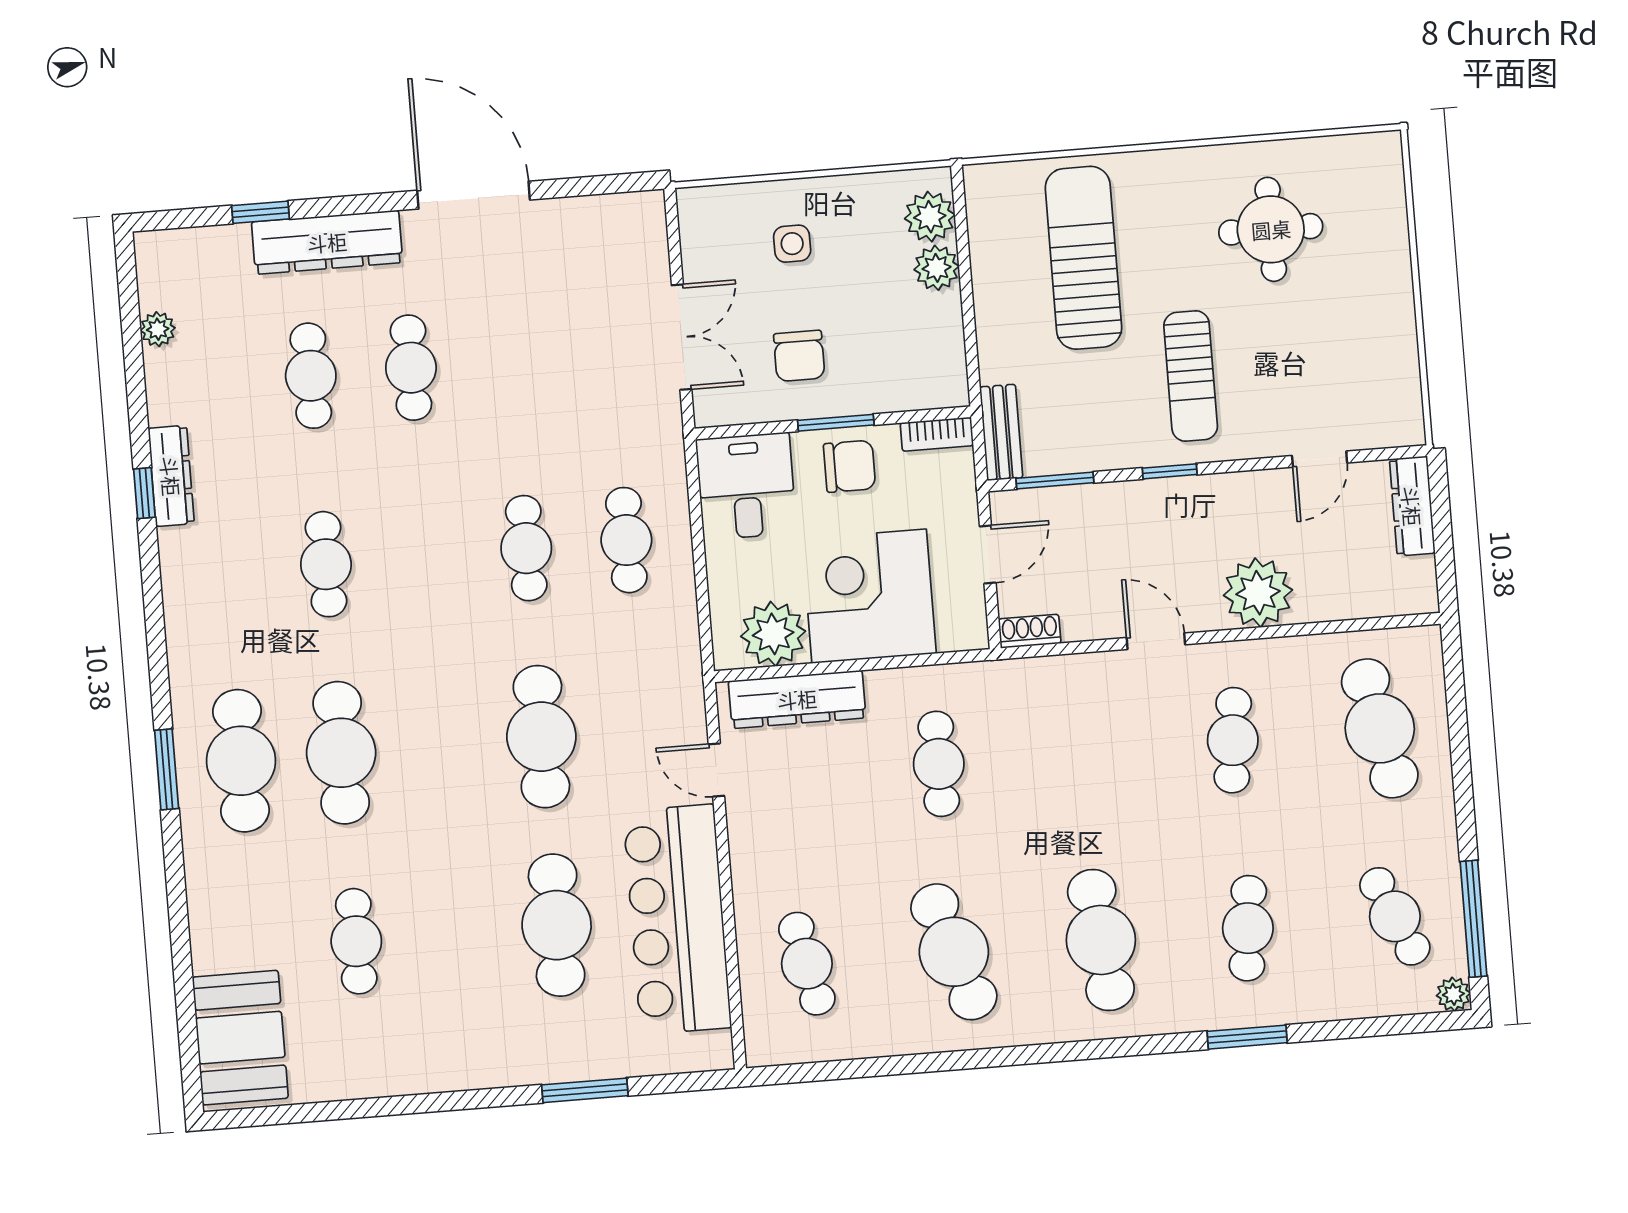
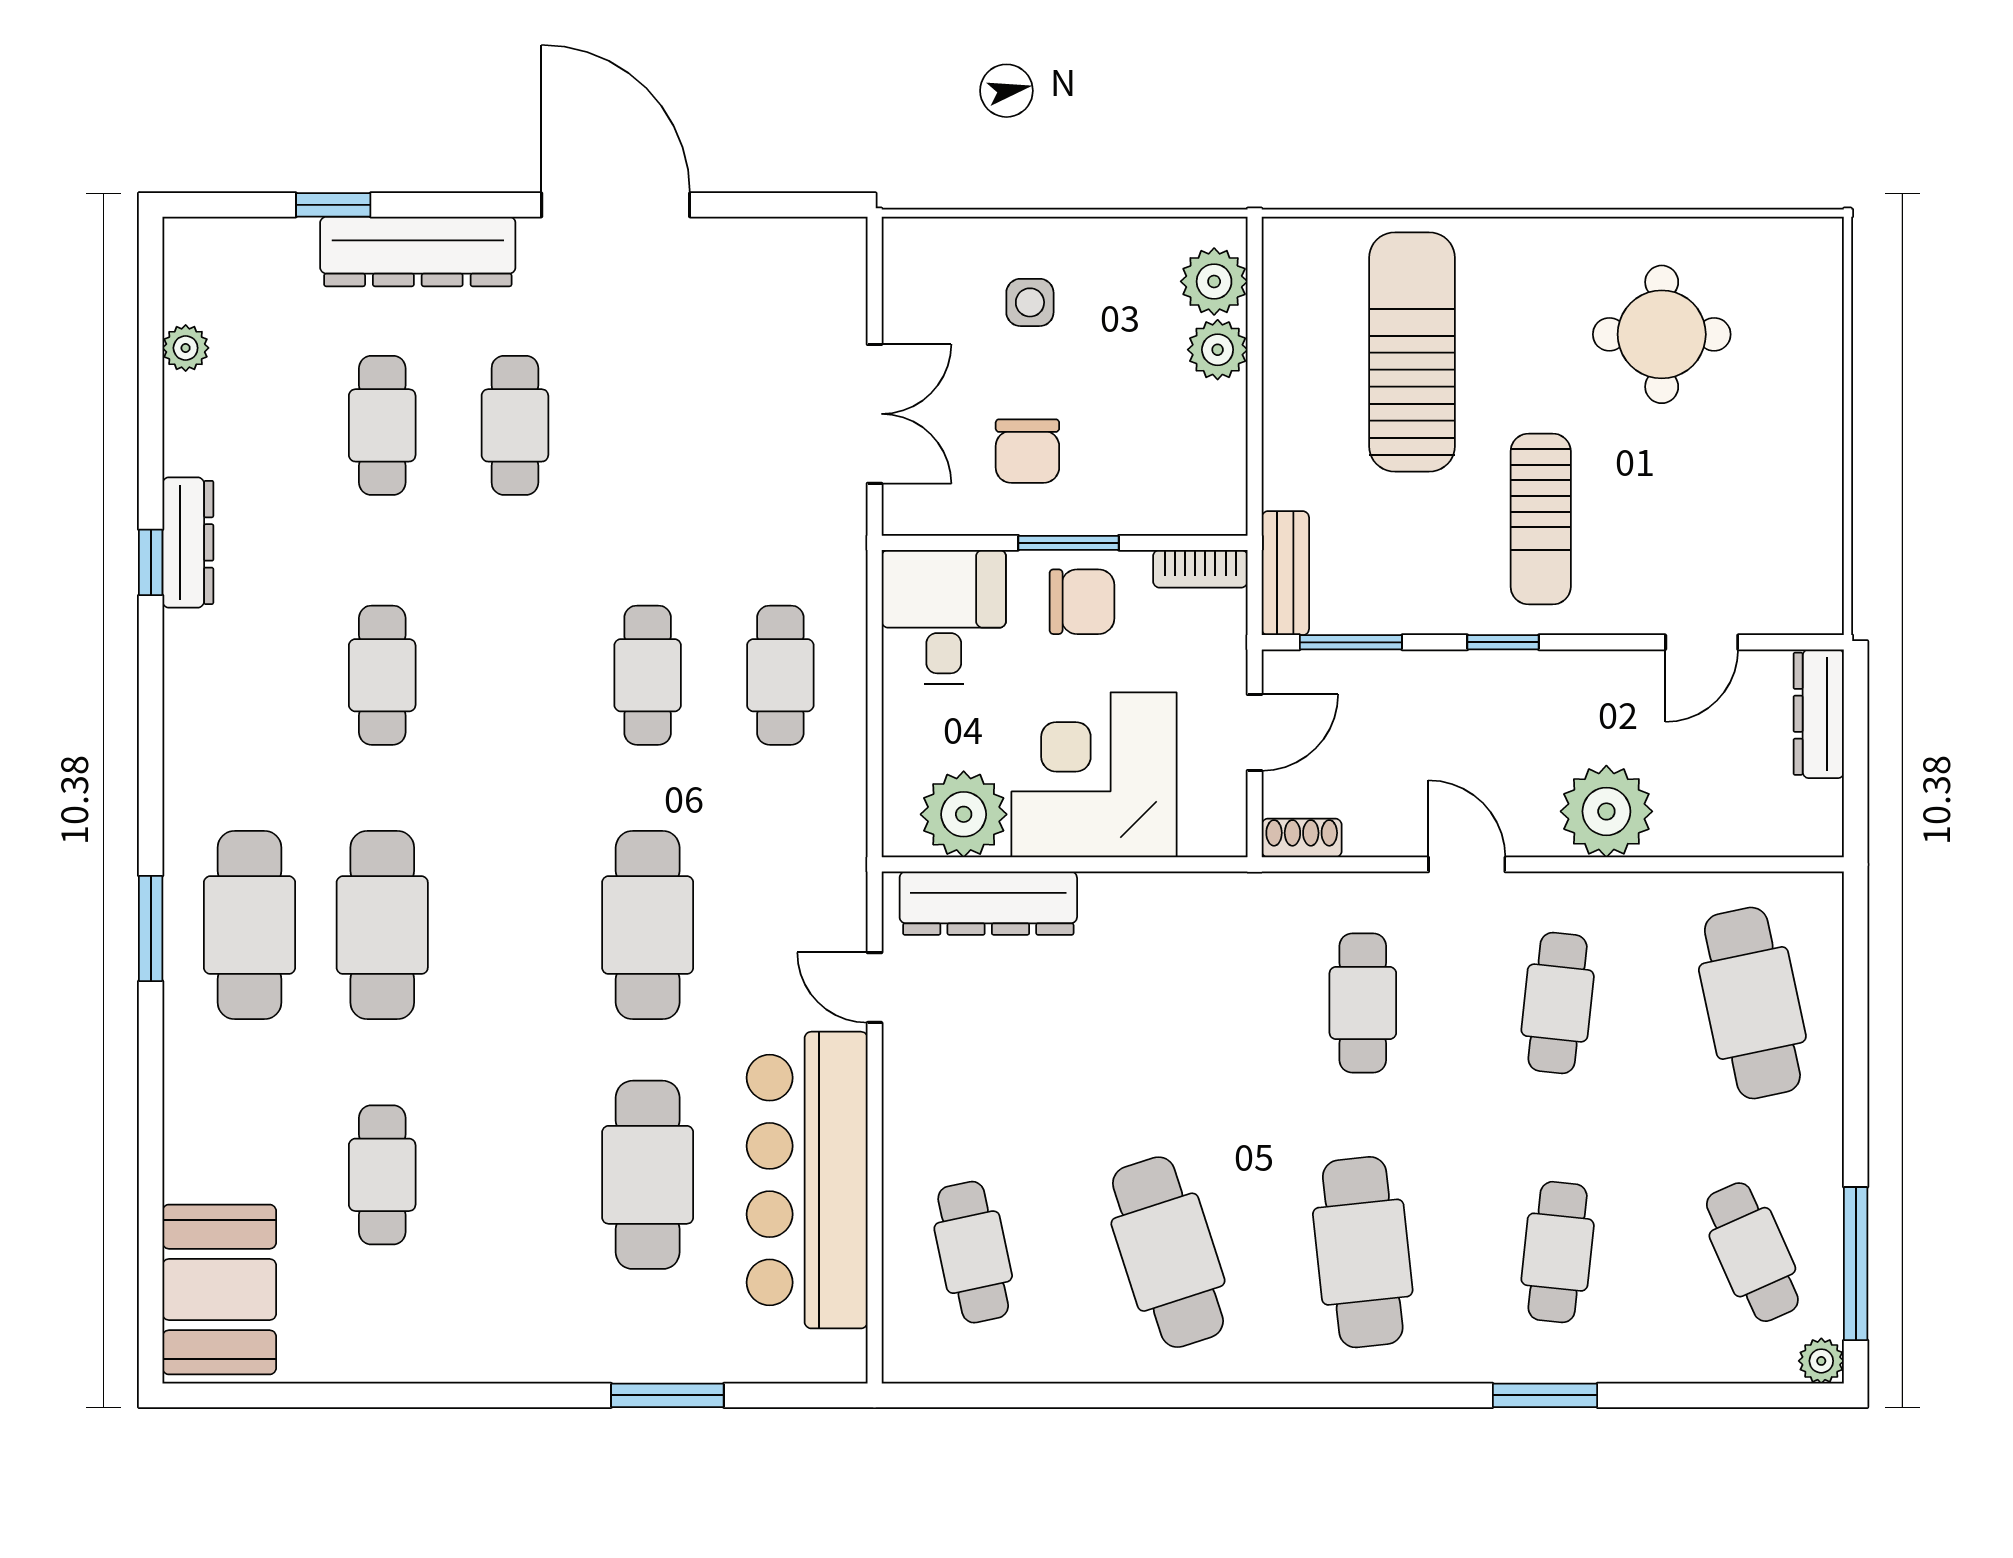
cafe table: (939, 764) -> (1363, 1003), moved

